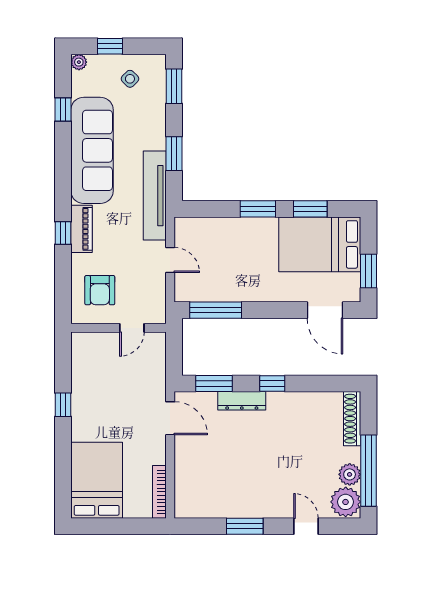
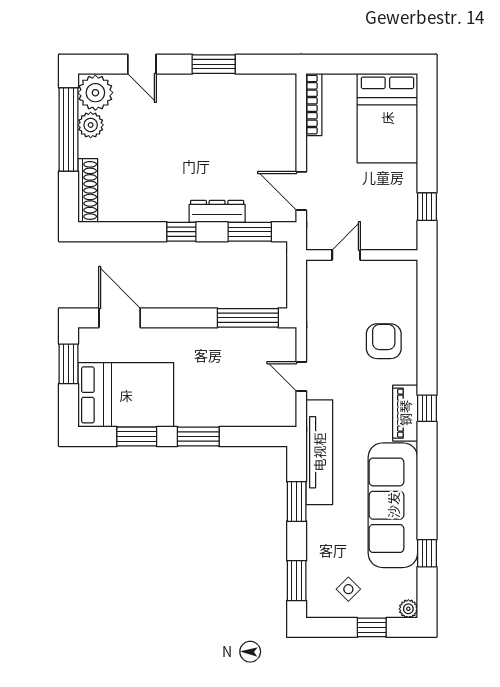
wall: (119, 328) -> (362, 255), moved
door: (132, 328) -> (346, 255), moved

